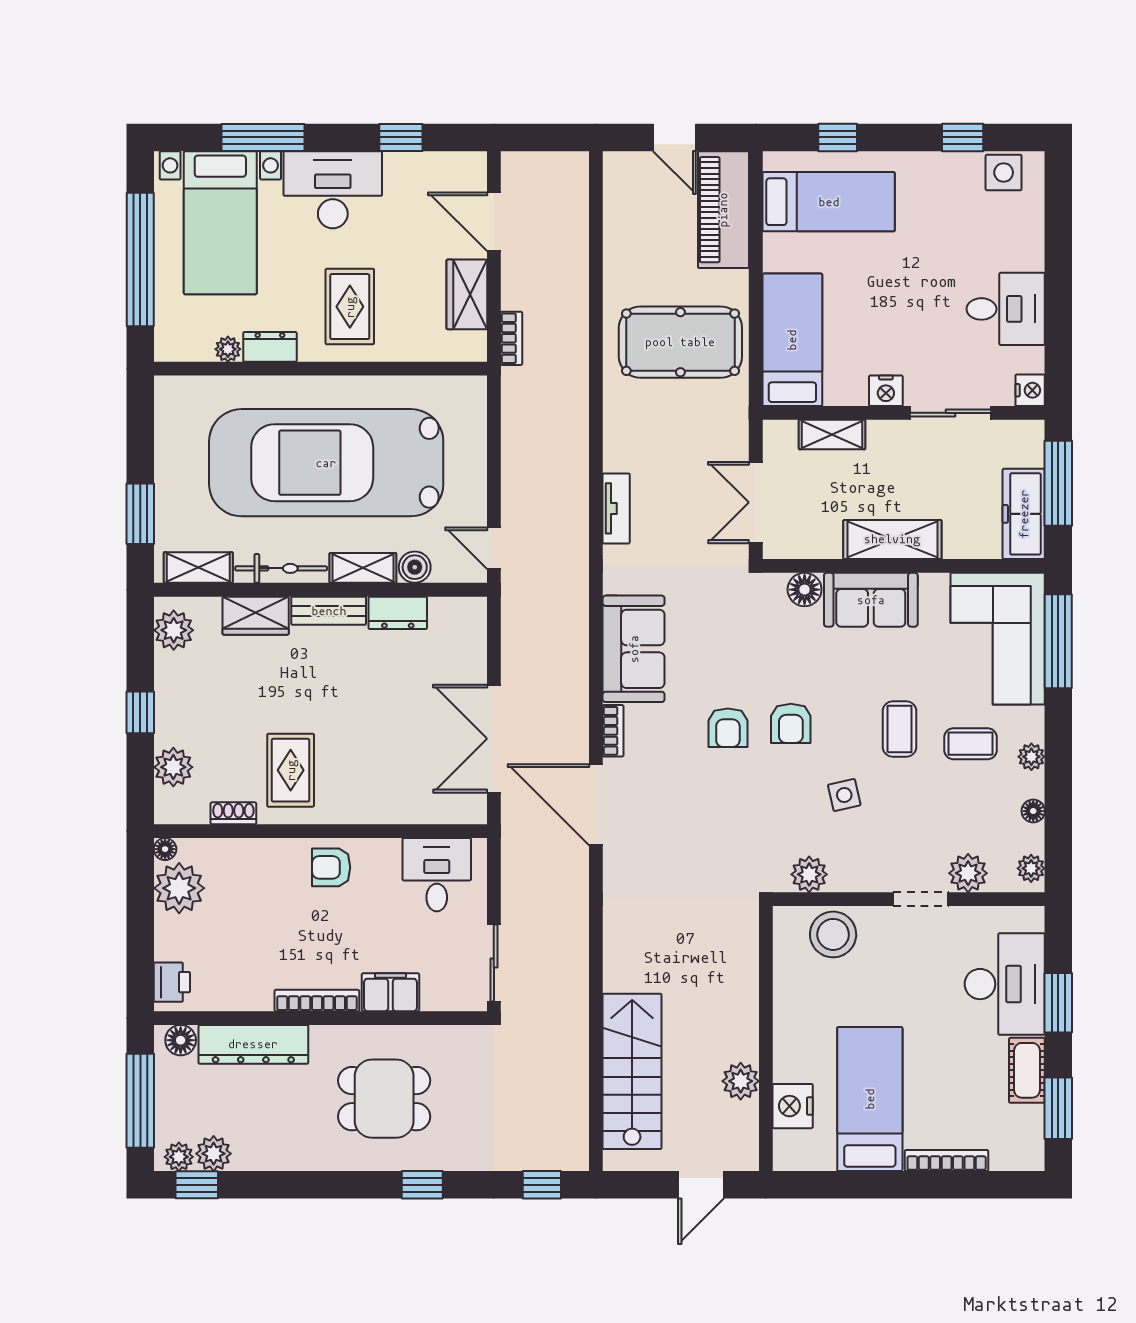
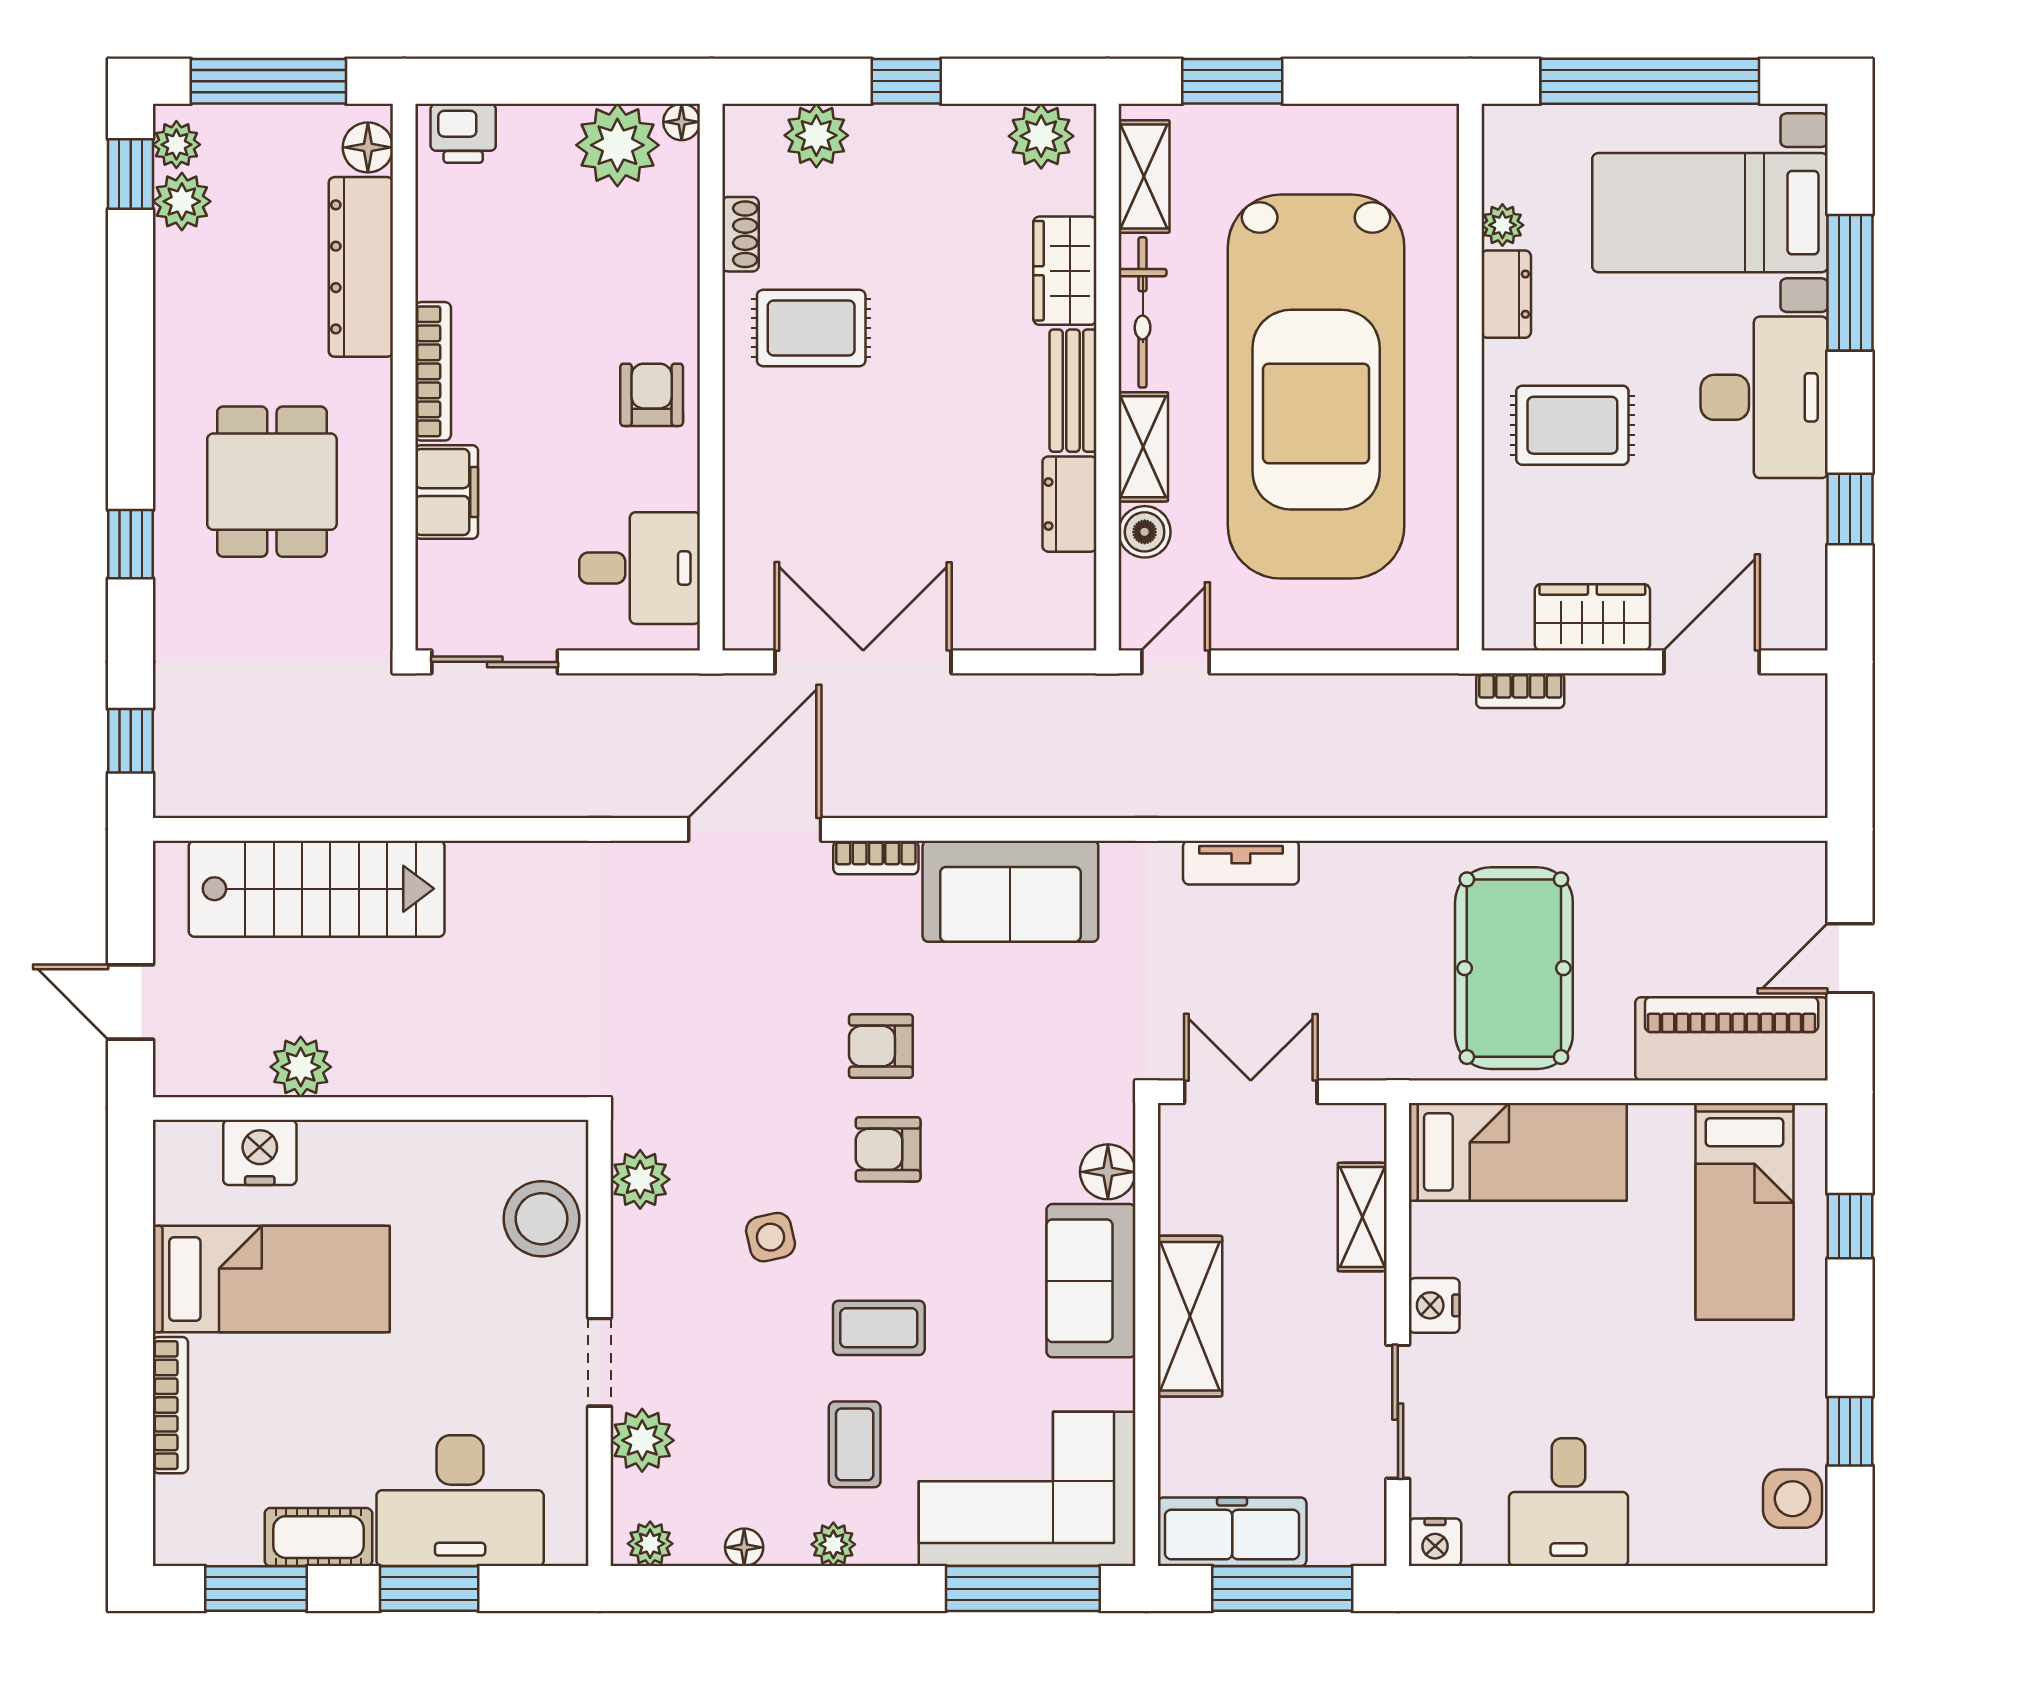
car: (326, 463) -> (1316, 387), turned 180

